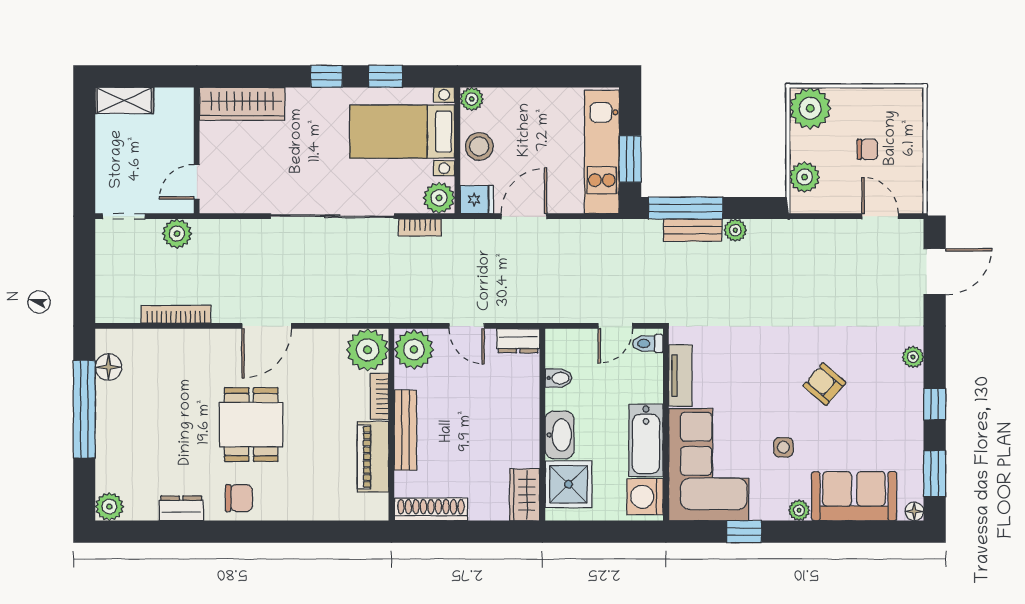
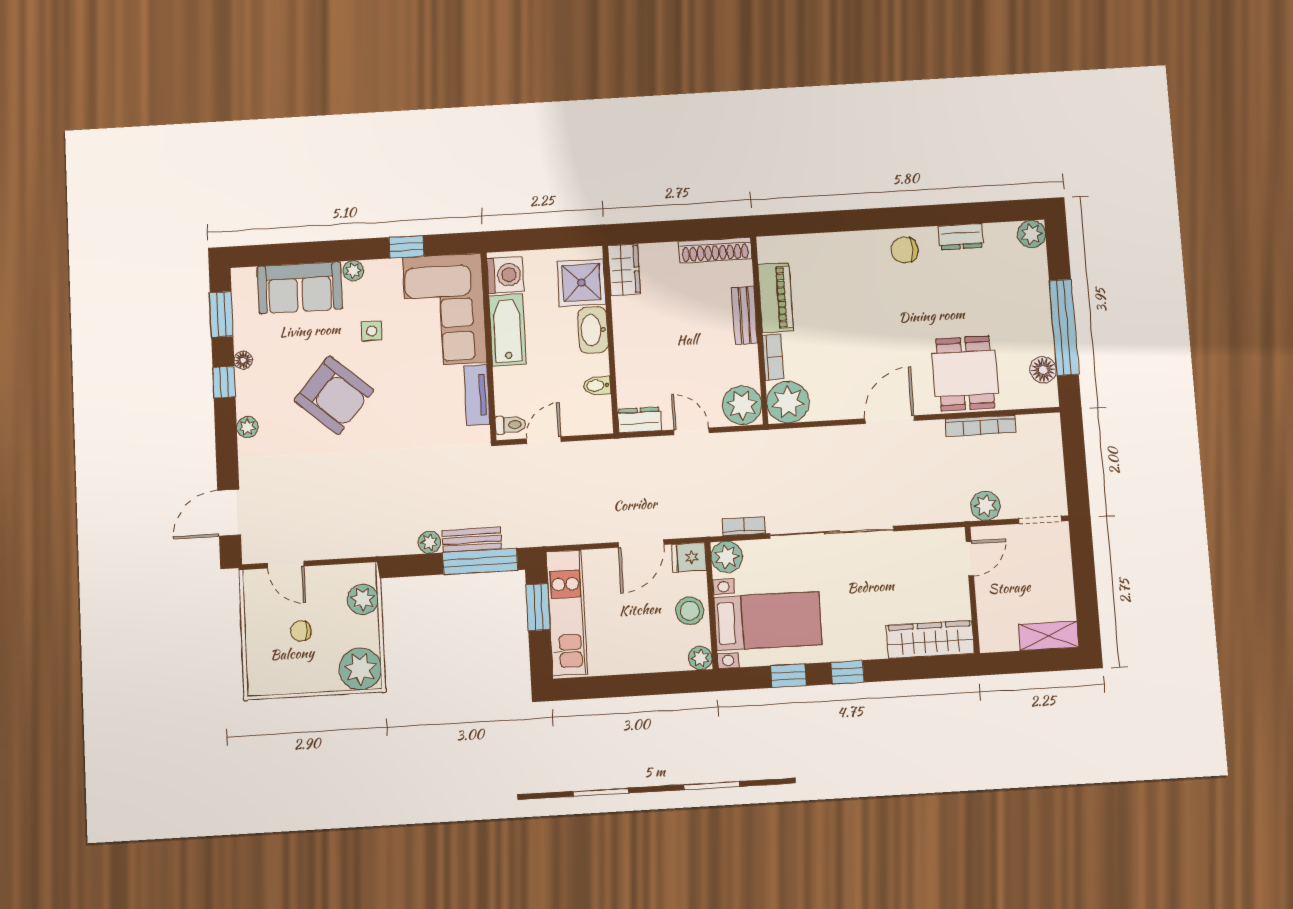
armchair: (824, 384) -> (334, 395), width x1.88, depth x1.88
dining table: (251, 425) -> (965, 373), moved
bench: (405, 430) -> (745, 315), width x0.73
floor lamp: (914, 511) -> (243, 360), moved

